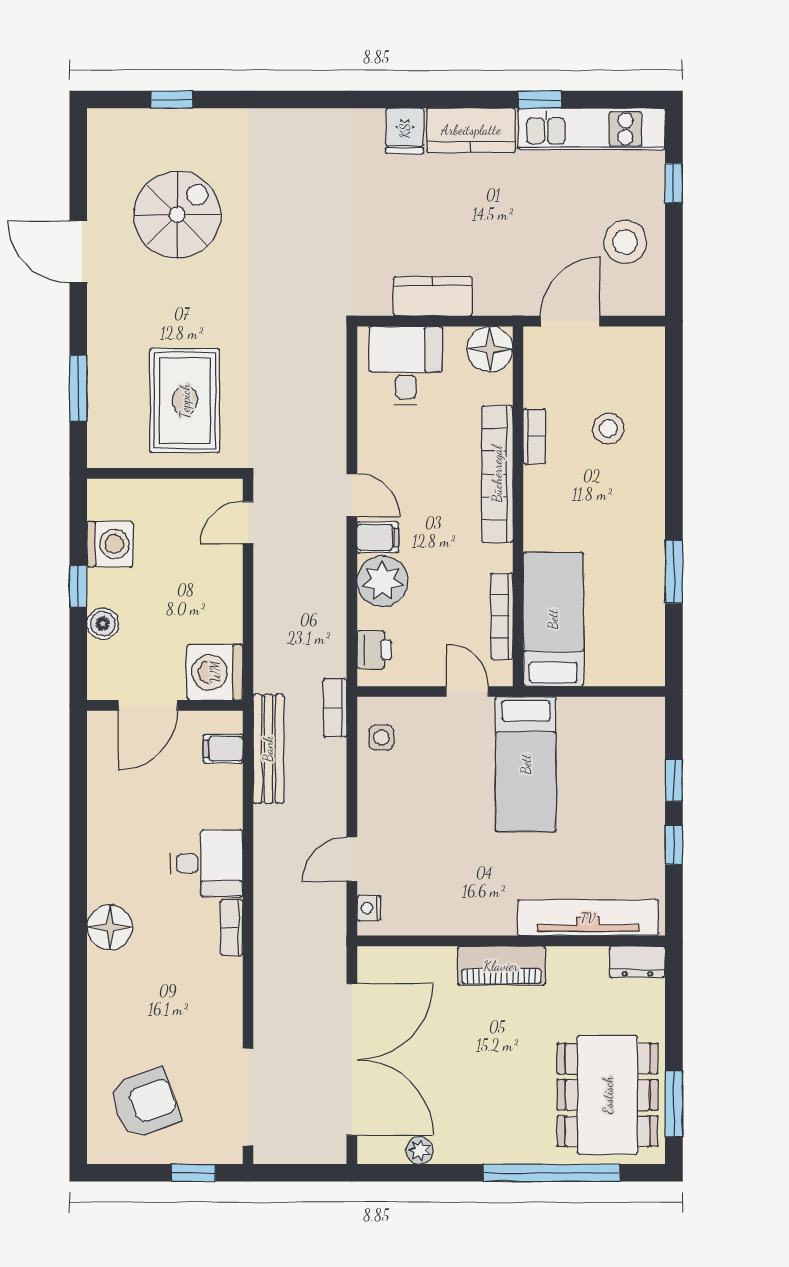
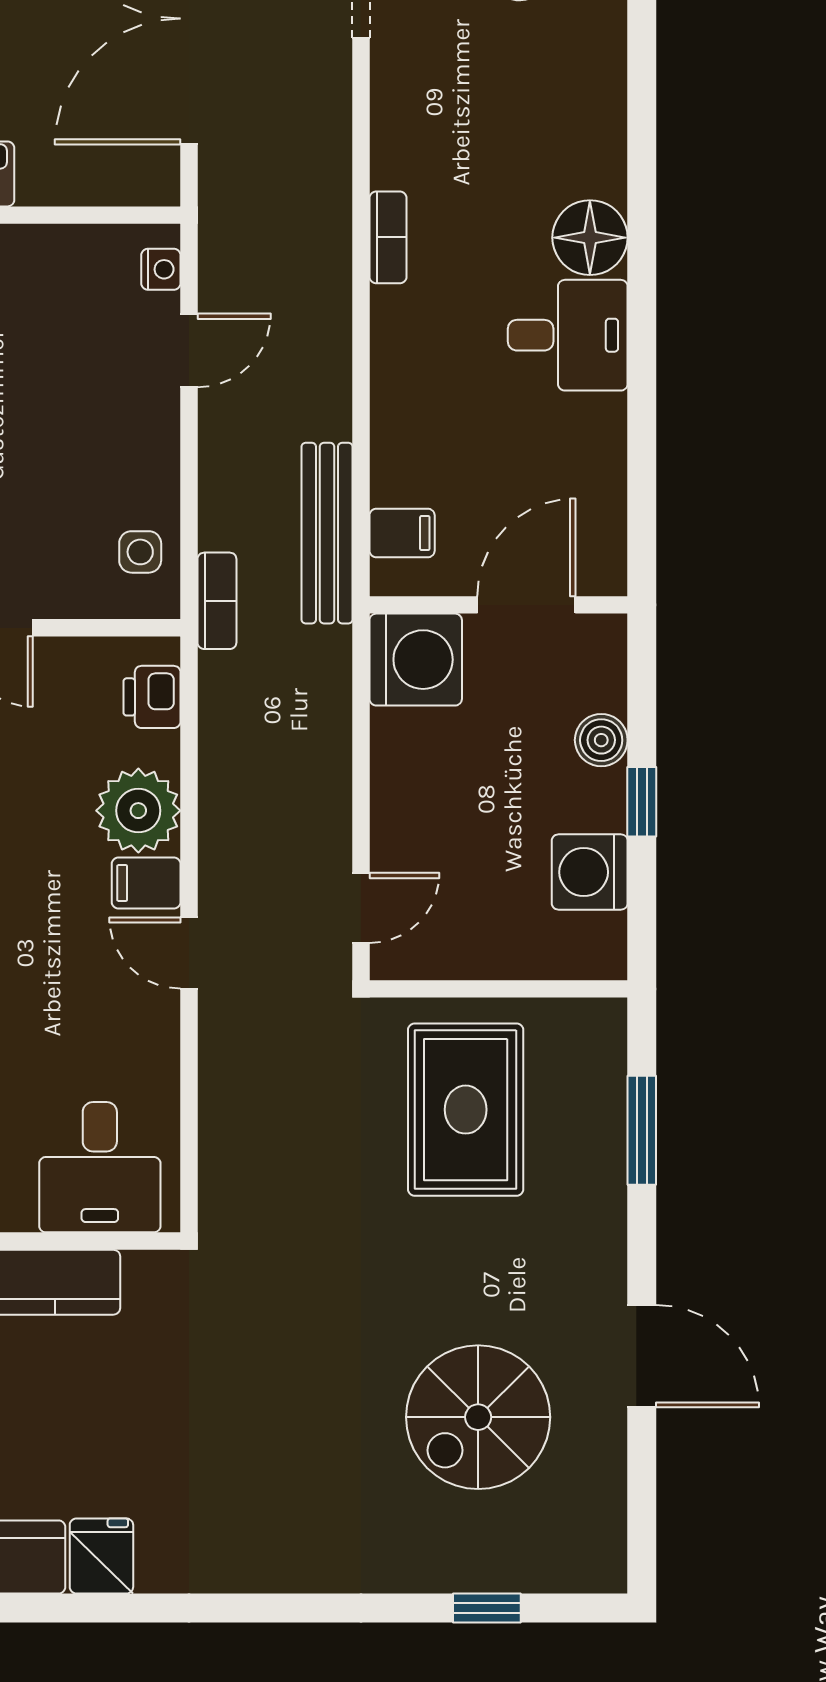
desk: (207, 863) -> (568, 335), moved, turned 180

